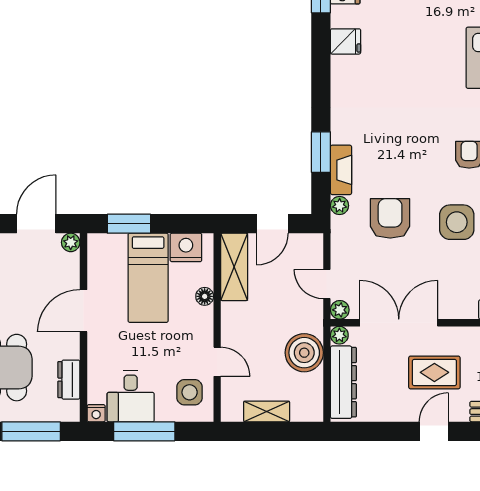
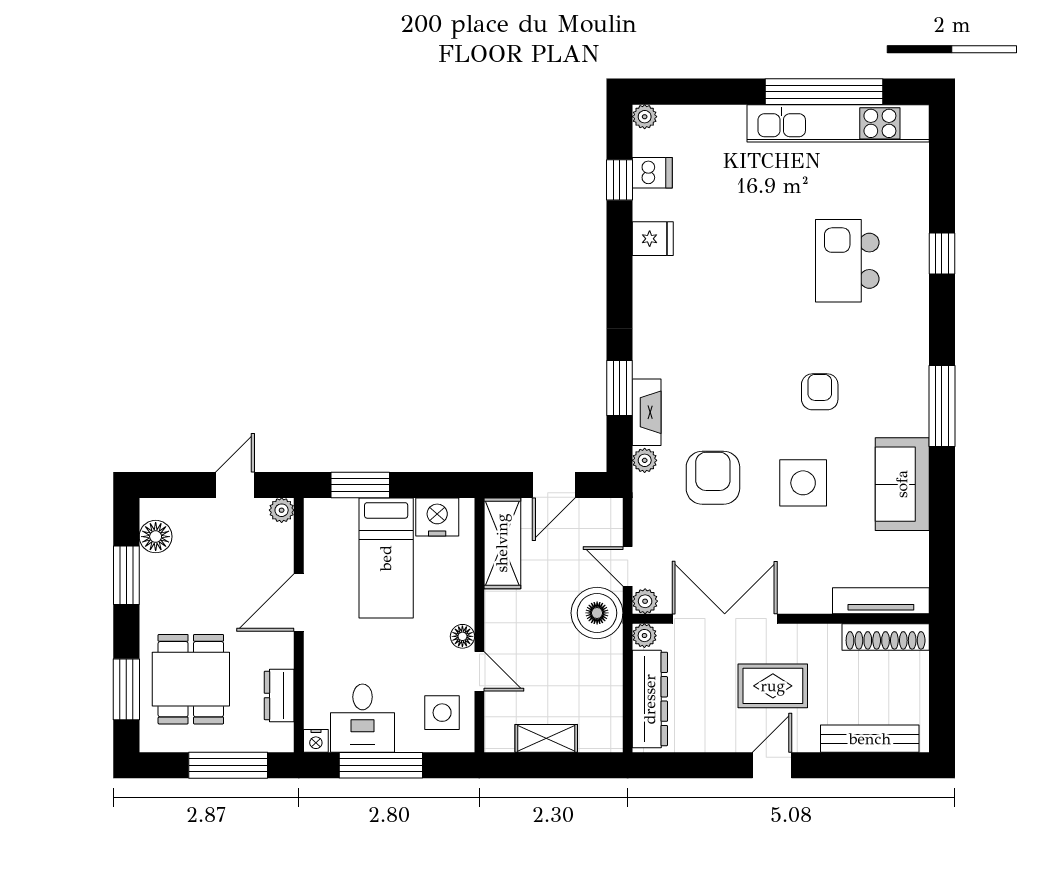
door: (36, 224) -> (235, 485), width x0.73
floor lamp: (205, 296) -> (462, 636), moved
boiler: (304, 353) -> (597, 613), moved

